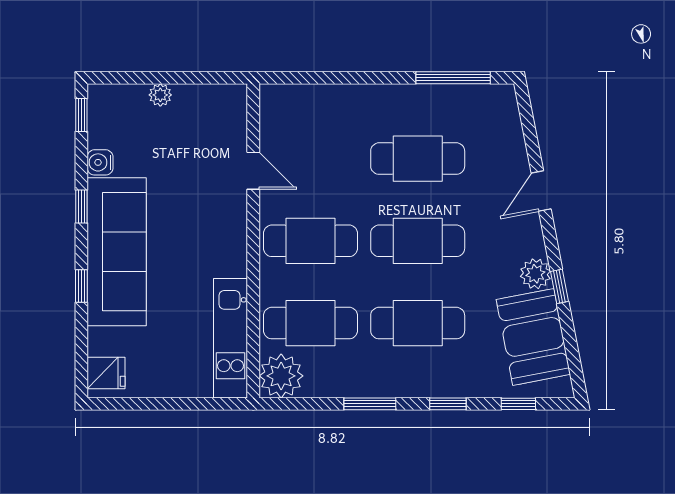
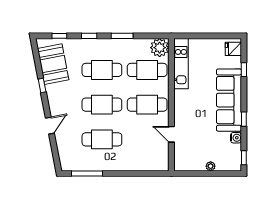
plant: (535, 274) -> (52, 91), removed
window: (81, 286) -> (244, 70), moved

